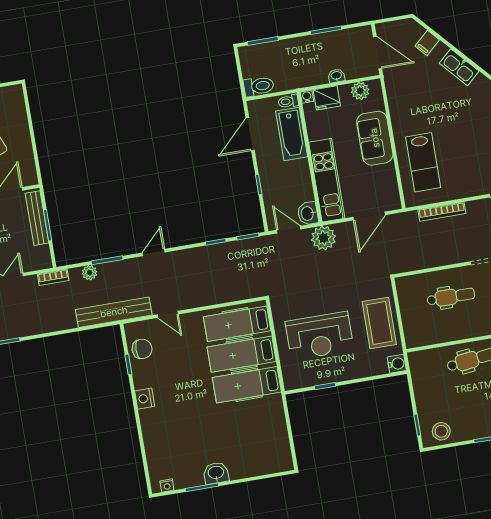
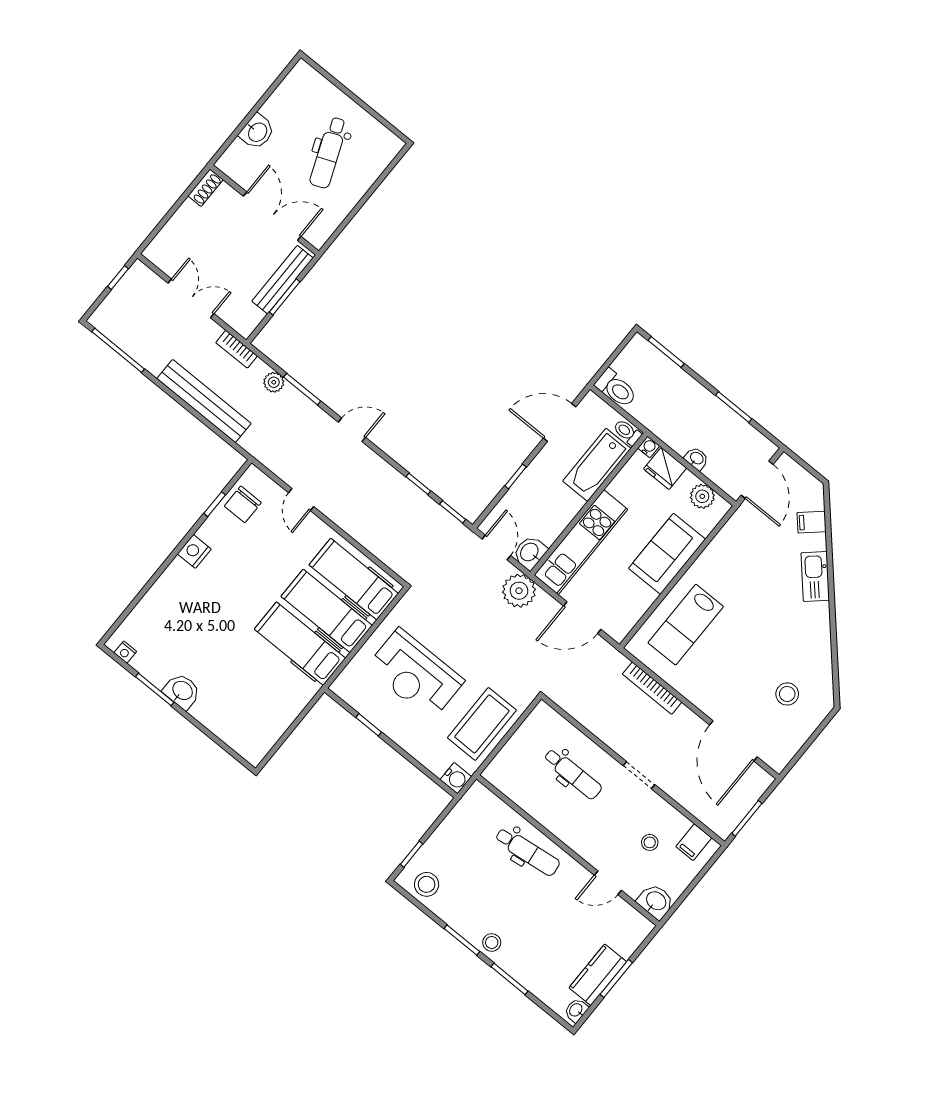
bench: (114, 312) -> (204, 401), moved
chair: (142, 349) -> (243, 504), turned 90

